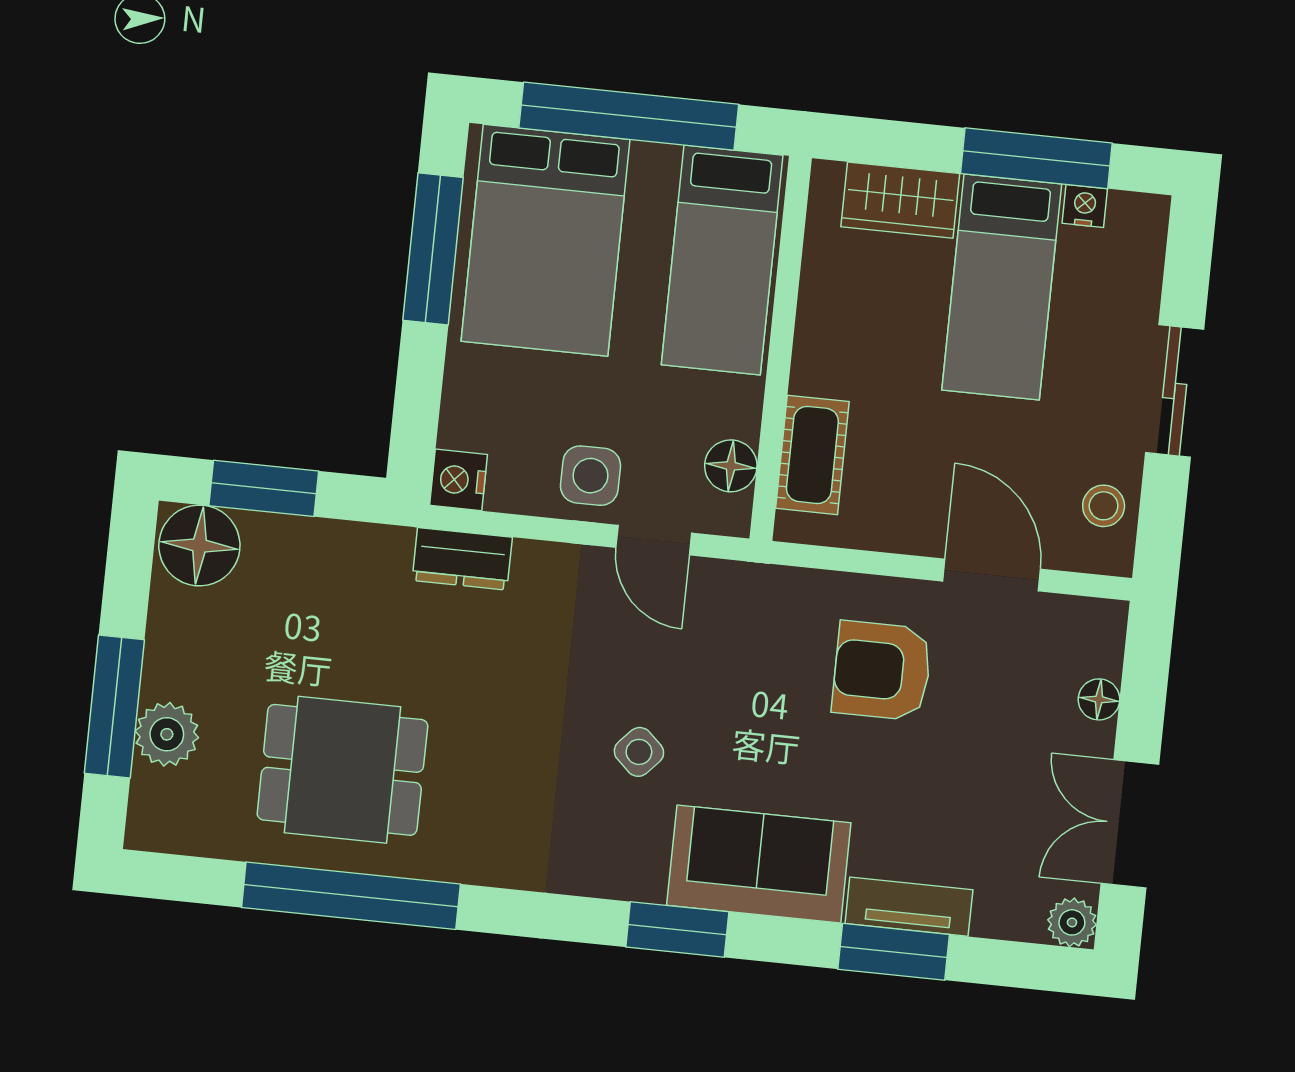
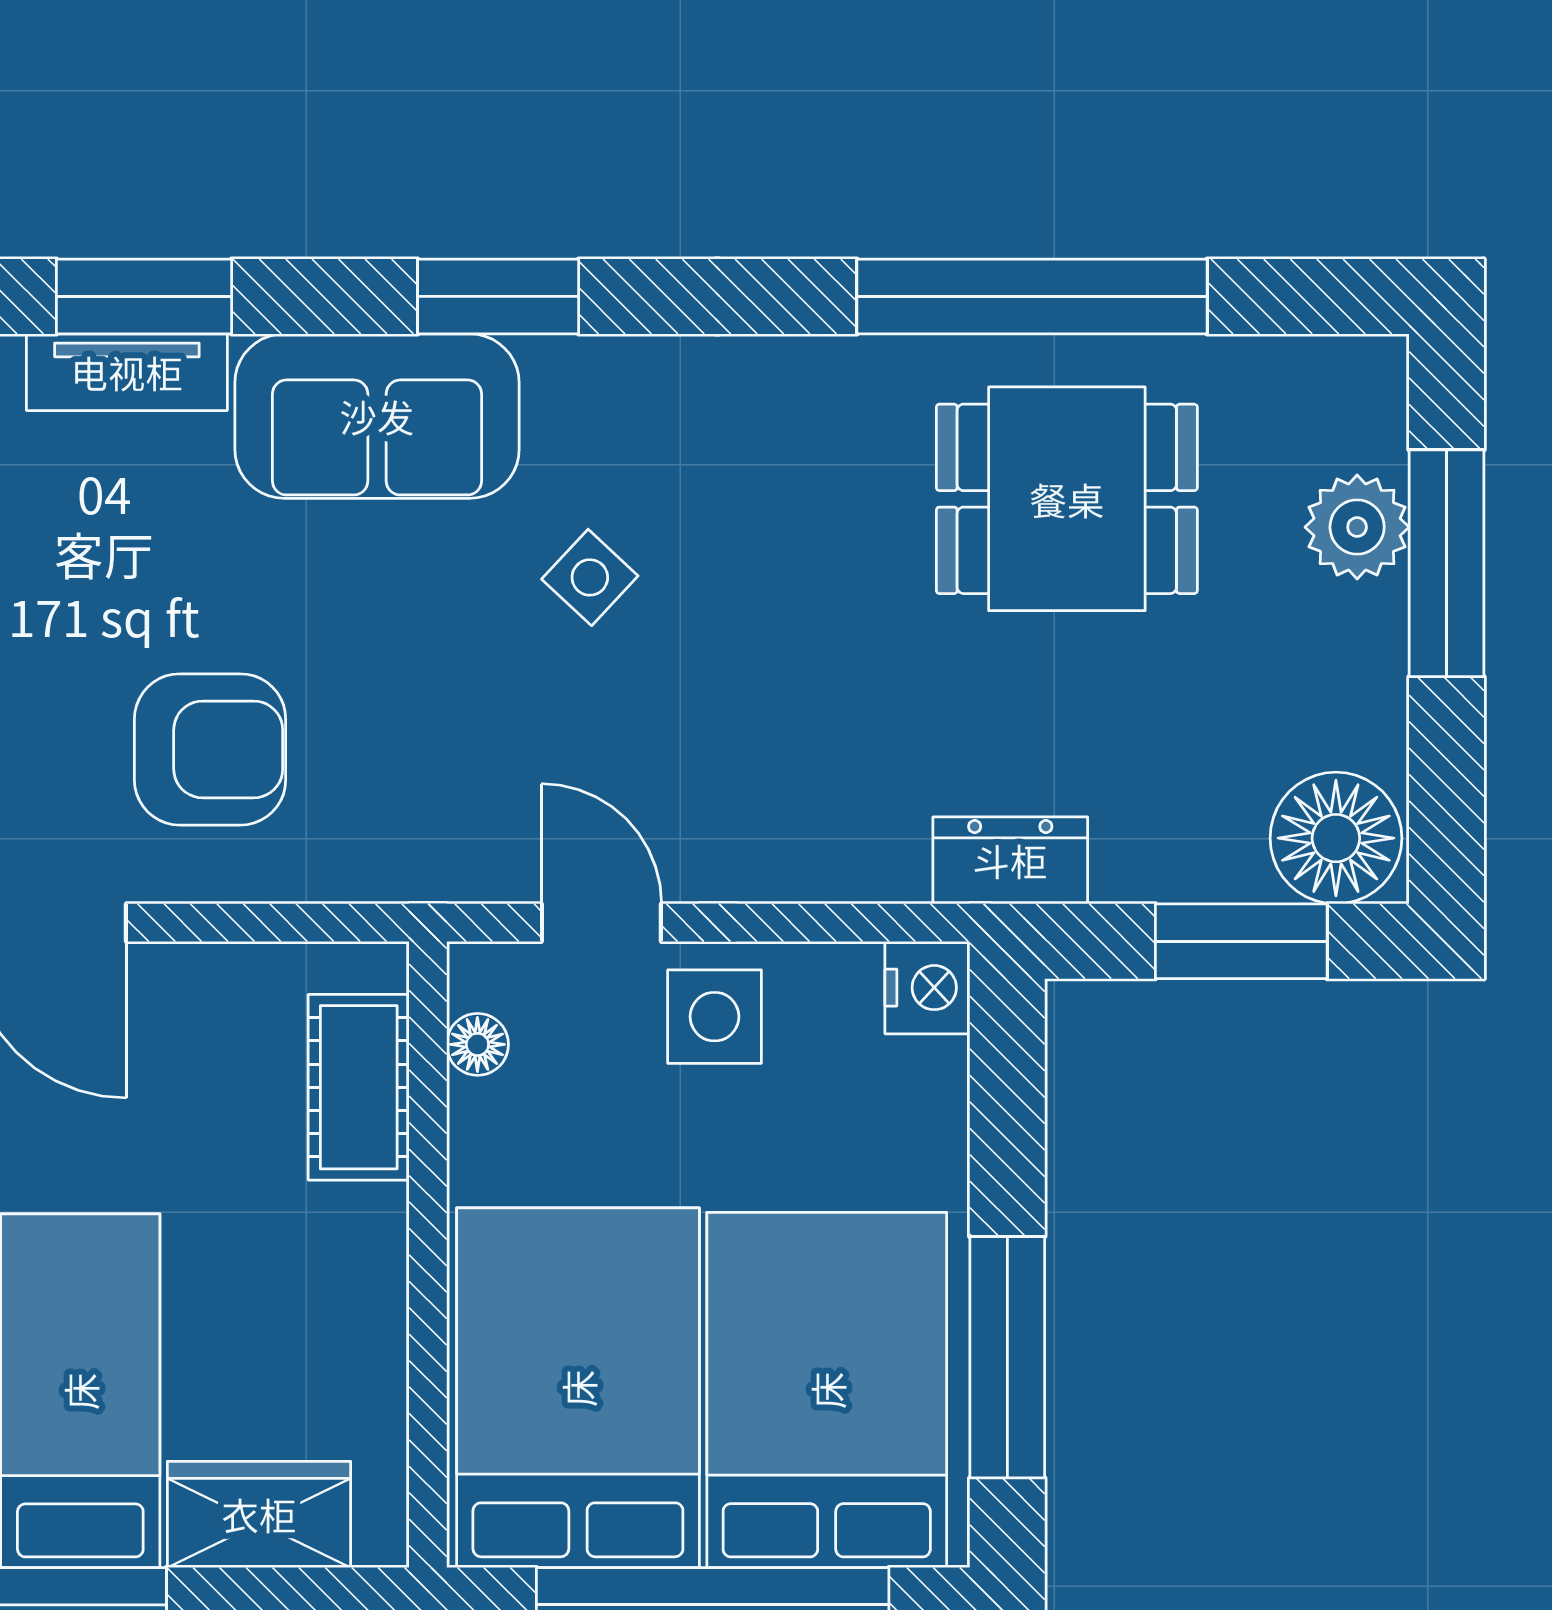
bed: (722, 260) -> (578, 1388), width x1.50
floor lamp: (731, 466) -> (477, 1044), width x0.73, depth x0.73
dresser: (462, 559) -> (1010, 860), moved

